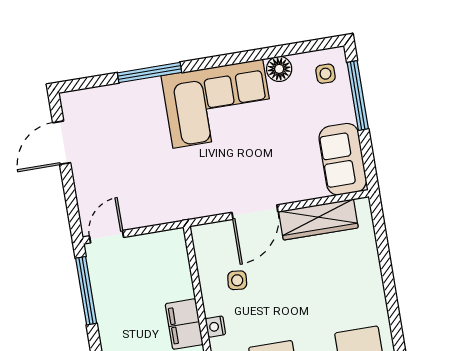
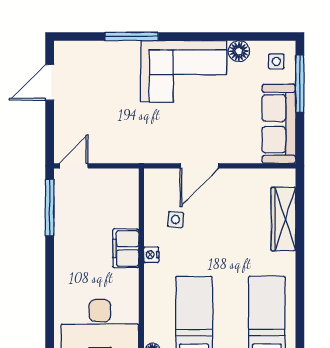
sofa: (343, 159) -> (279, 124), width x1.36
wardrobe: (318, 220) -> (283, 219), moved, turned 90

